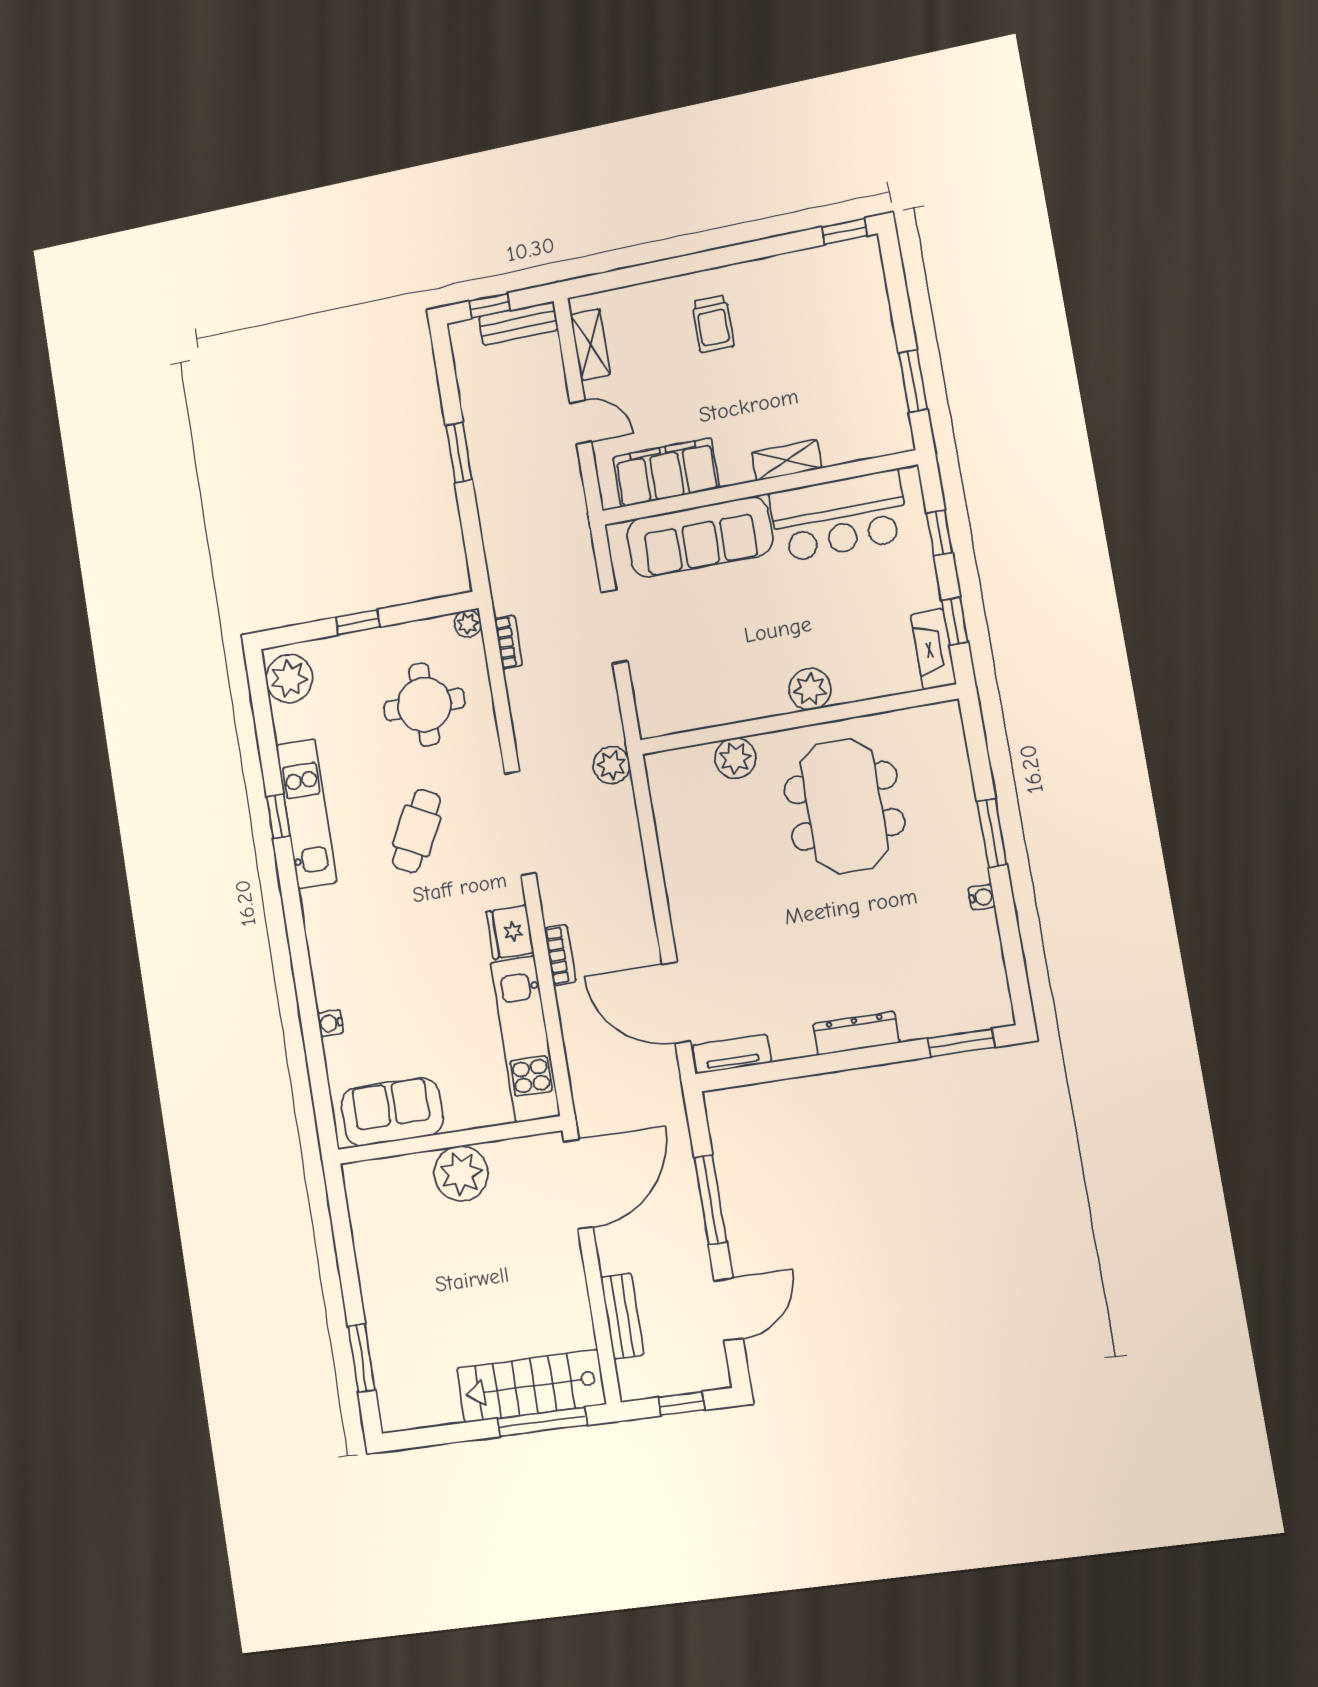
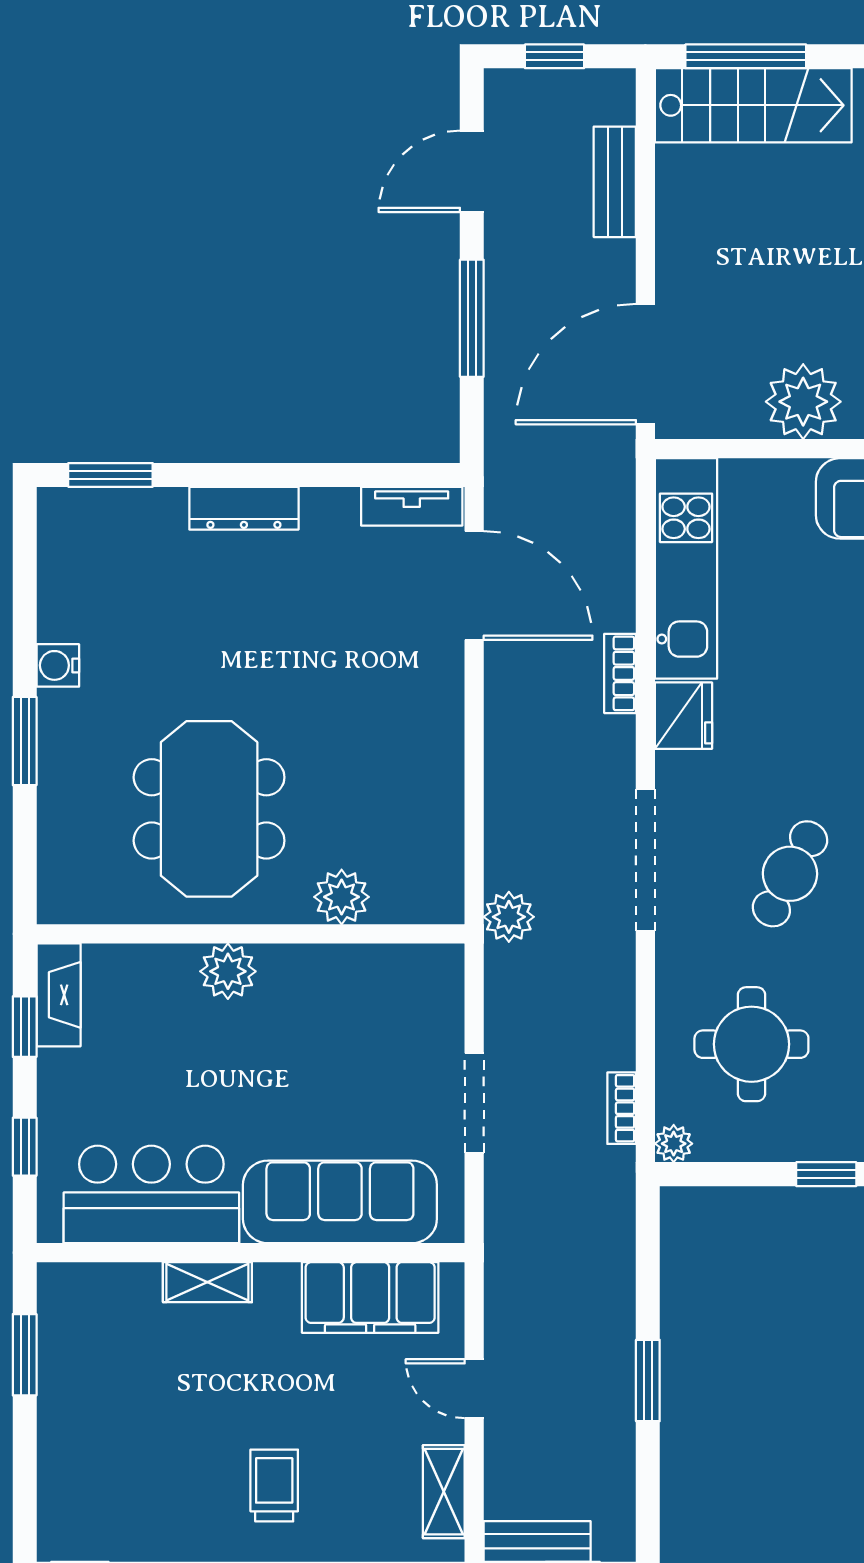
water cooler: (982, 897) -> (58, 665), width x1.38, depth x1.38

